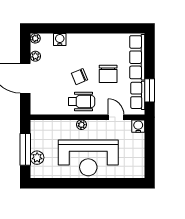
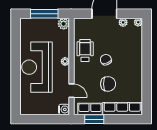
water cooler: (60, 40) -> (137, 43), removed
chair: (108, 74) -> (108, 84), turned 180
wheelchair: (82, 101) -> (85, 51), moved, turned 180
door: (116, 117) -> (71, 91), hinge flipped
plant: (37, 158) -> (64, 24), moved

